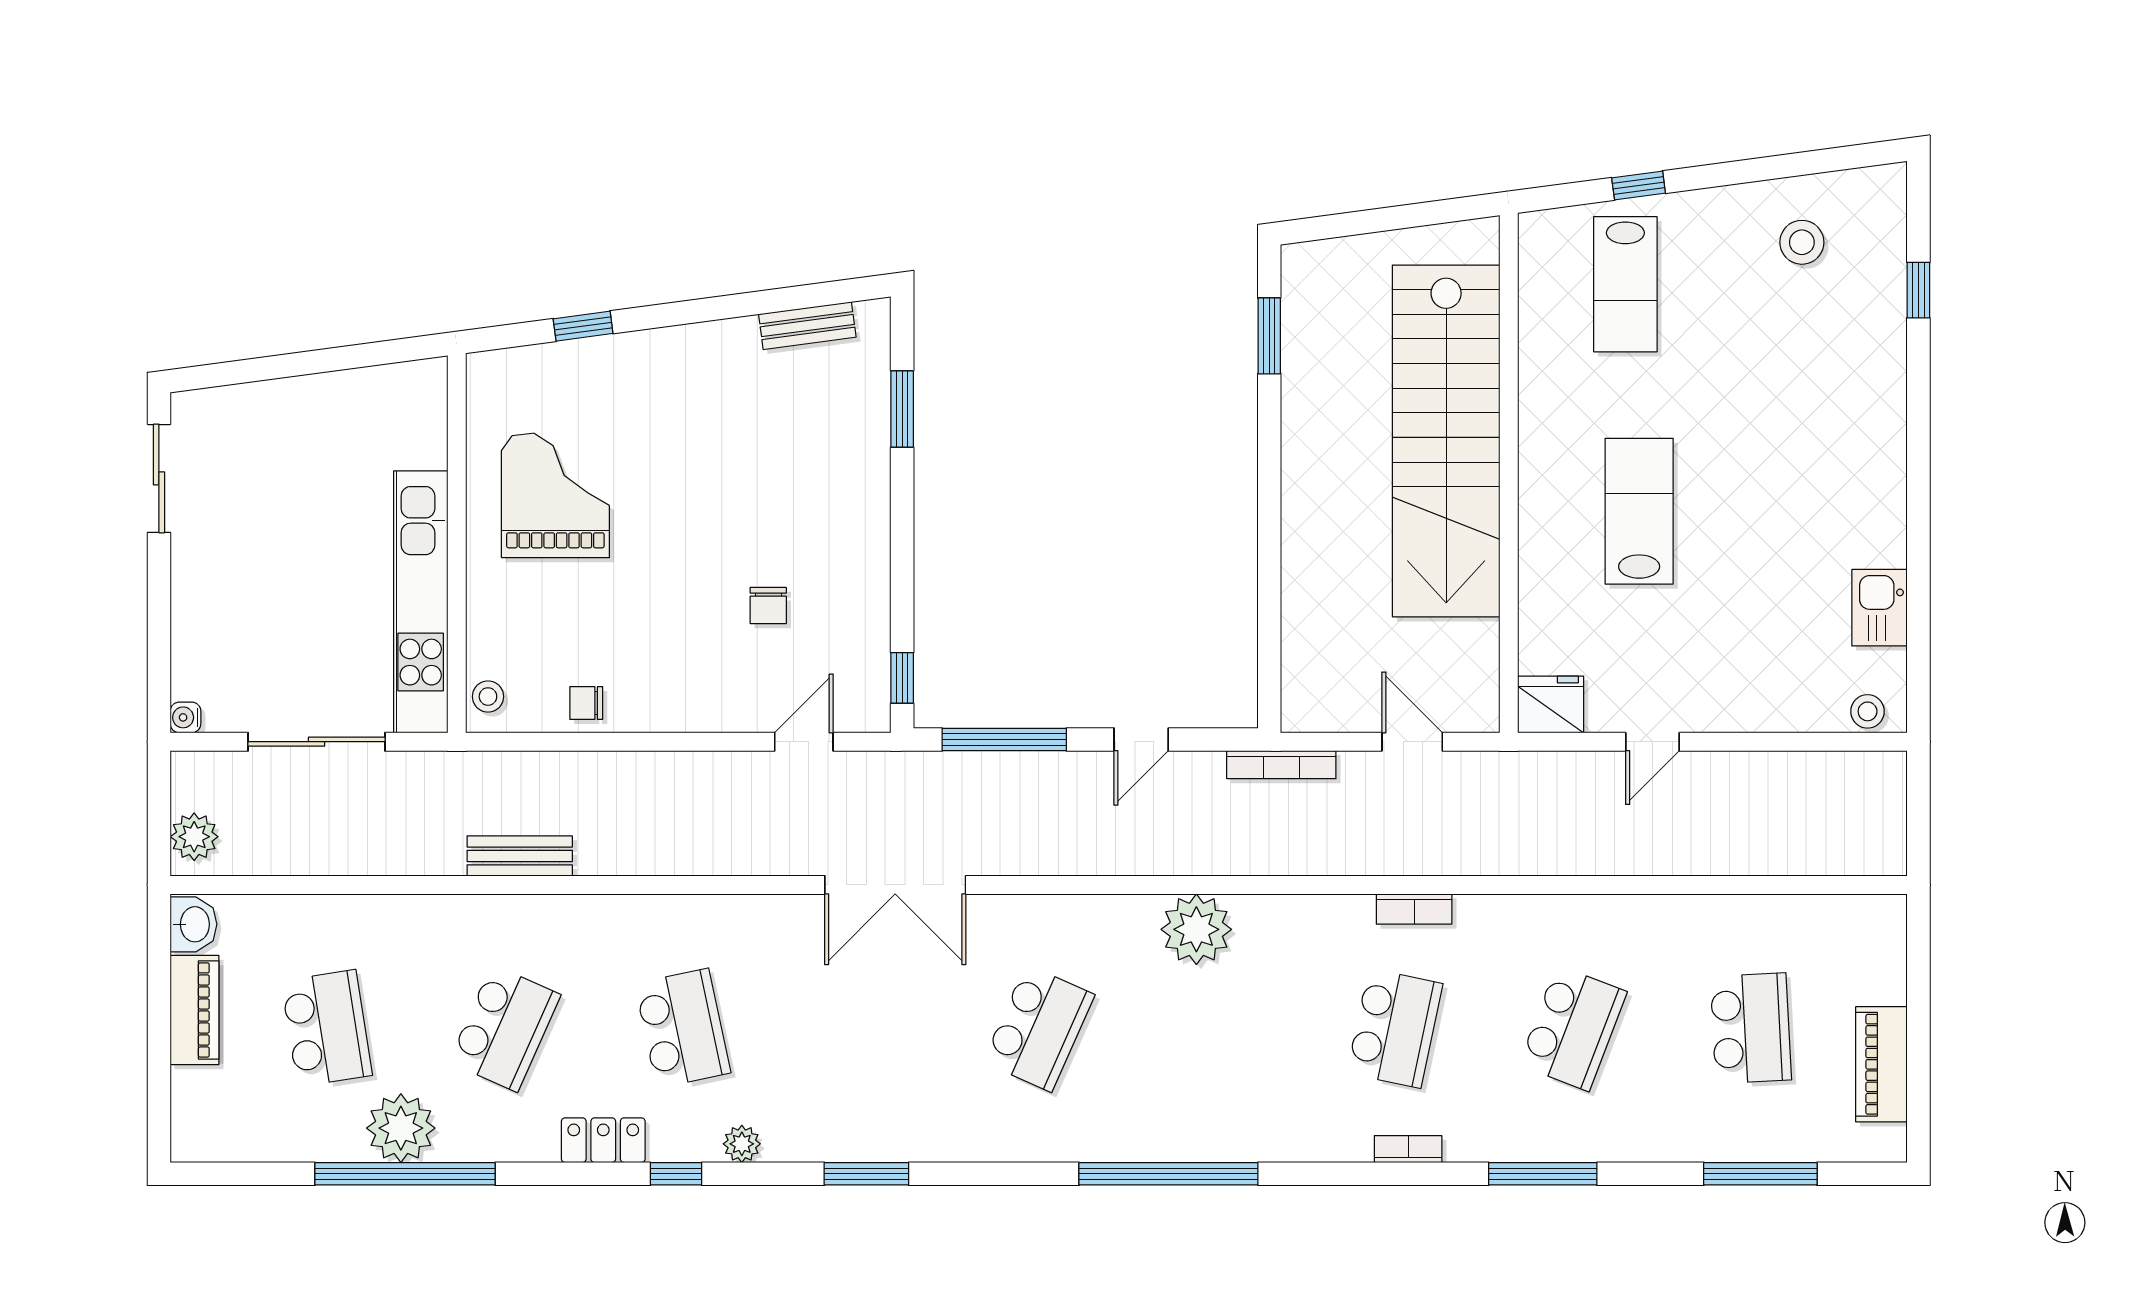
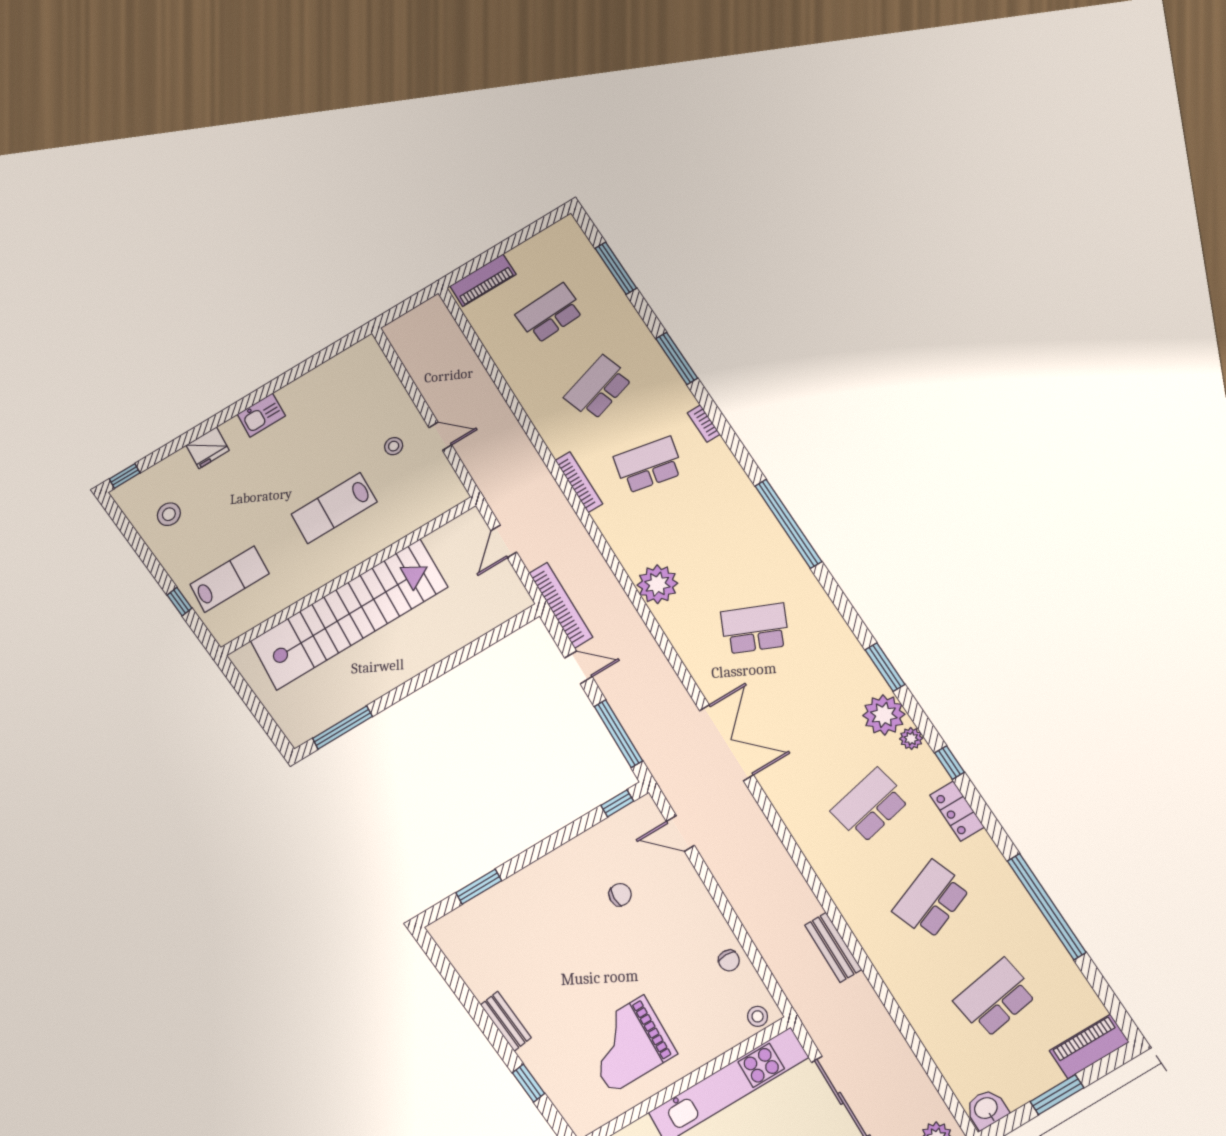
window: (1918, 290) -> (125, 476), moved
bench: (807, 326) -> (506, 1021), moved
window: (1269, 336) -> (342, 727), width x1.44
kitchen sink: (1879, 608) -> (261, 415), moved
fridge: (1551, 704) -> (208, 448), moved, turned -90
stool: (1868, 711) -> (394, 446), moved
bookcase: (1281, 765) -> (561, 605), width x1.48, depth x1.31
bookcase: (1414, 909) -> (579, 482), width x1.56
piano: (195, 1010) -> (1089, 1046), moved
window: (159, 1026) -> (1057, 1095), added
school desk: (505, 1028) -> (931, 900), turned -45
school desk: (1573, 1028) -> (598, 388), turned -39
piano: (1881, 1064) -> (483, 280), moved
plant: (401, 1128) -> (884, 715), moved

